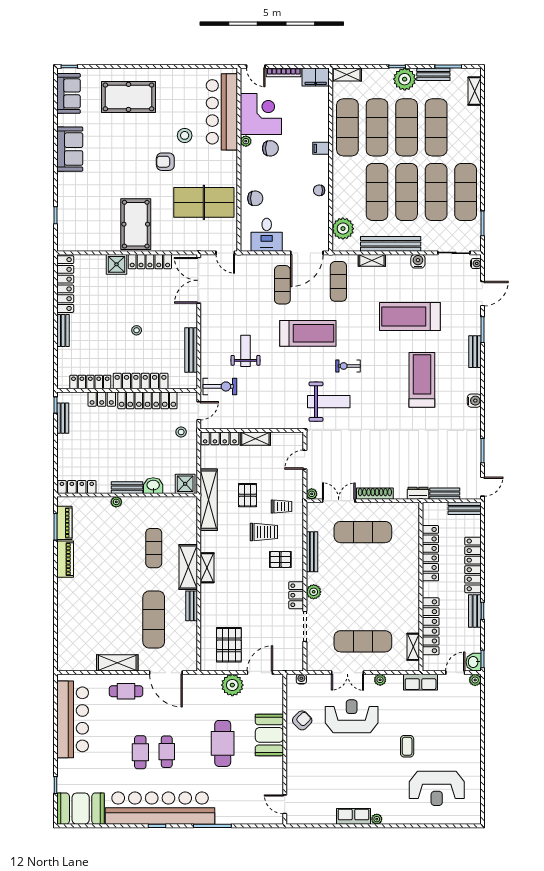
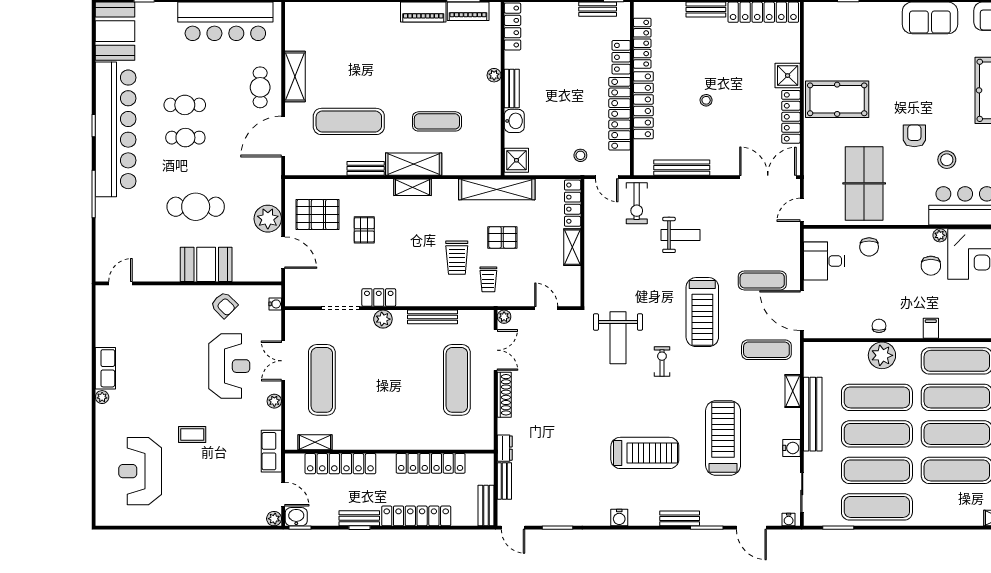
plant: (343, 229) -> (882, 355), moved
pallet: (280, 559) -> (364, 230), moved

